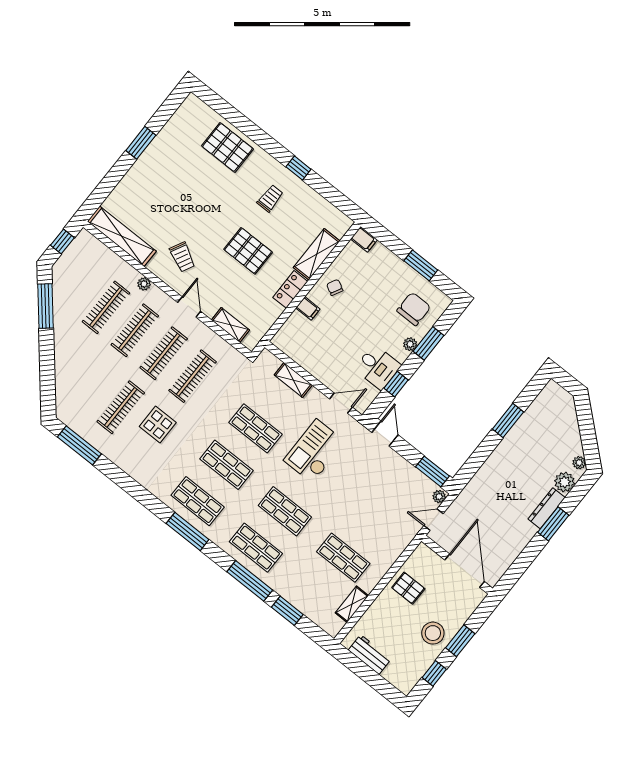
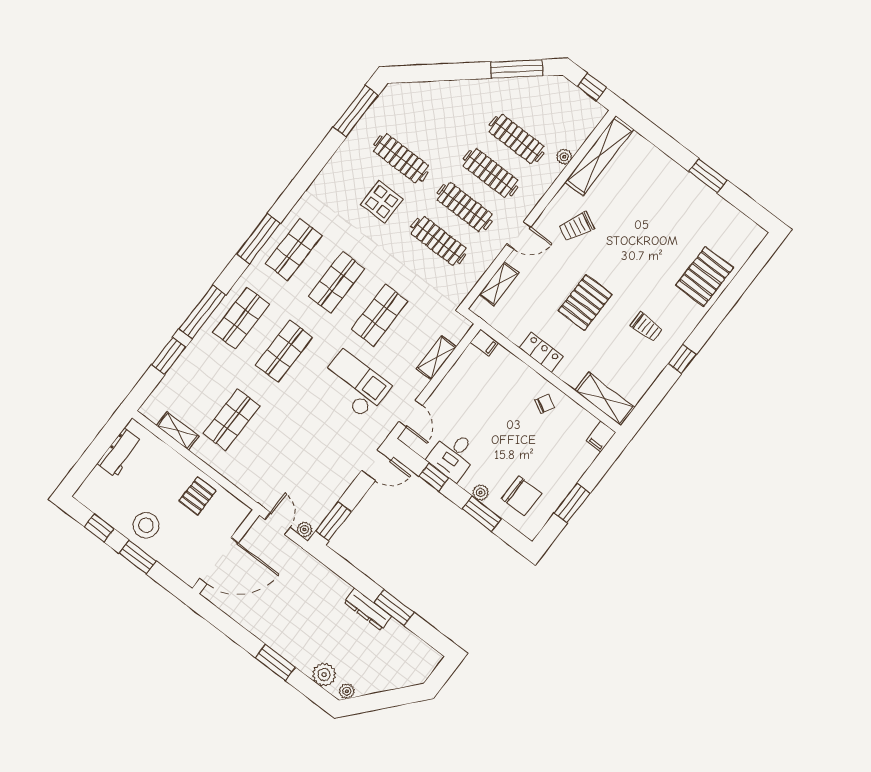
shelving: (317, 254) -> (605, 399), moved
plant: (144, 284) -> (564, 157), moved
filing cabinet: (308, 308) -> (484, 343), moved, turned -90
dresser: (547, 508) -> (368, 609), moved, turned 180

